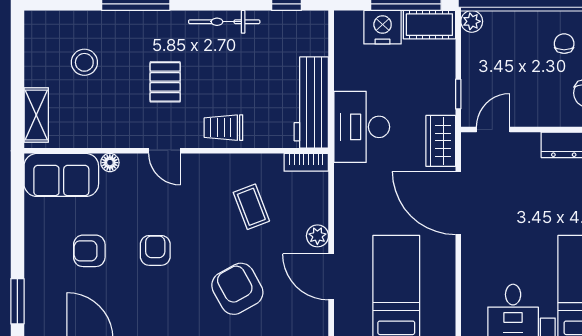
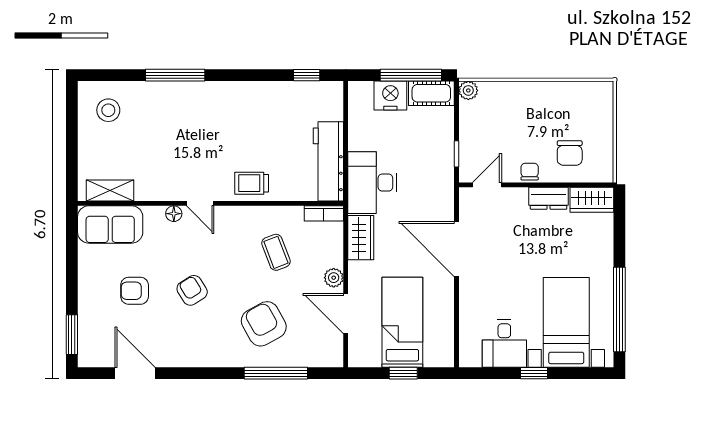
bicycle: (224, 22) -> (252, 91), removed
chair: (564, 44) -> (530, 172), moved
stool: (84, 62) -> (108, 110), moved
pallet: (165, 82) -> (201, 143), removed
shelving: (36, 115) -> (110, 190), moved, turned 90
wardrobe: (441, 141) -> (361, 238), moved, turned 180
floor lamp: (110, 163) -> (174, 214), moved
armchair: (155, 250) -> (192, 290), turned -32

